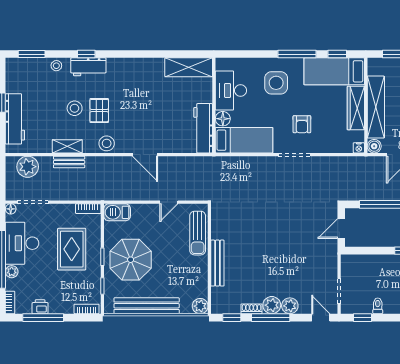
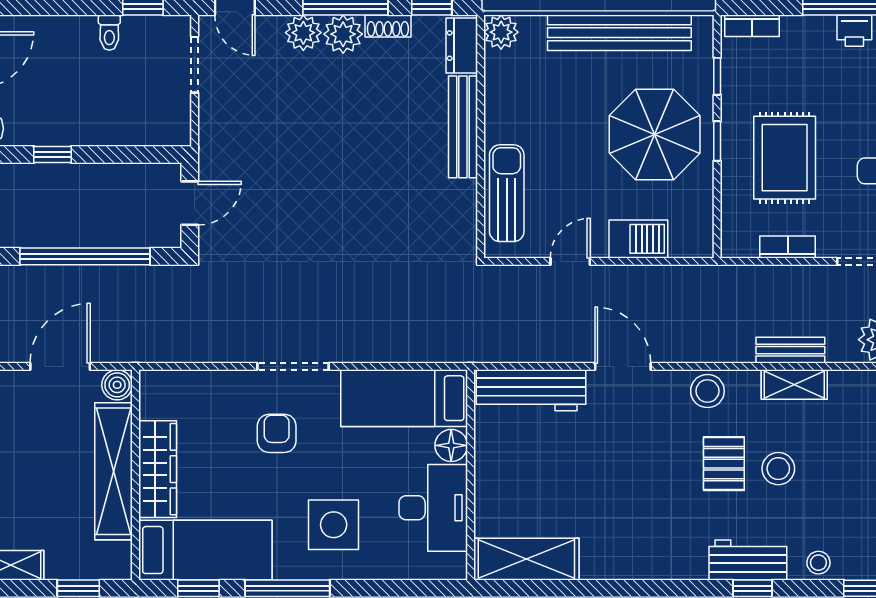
workbench: (203, 128) -> (531, 390), moved, turned 90
nightstand: (359, 148) -> (151, 381), removed
bookcase: (88, 209) -> (788, 247), moved
barbecue: (117, 212) -> (638, 239), moved
dresser: (218, 300) -> (462, 46), added

